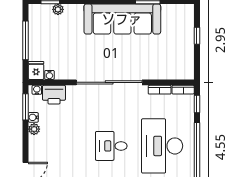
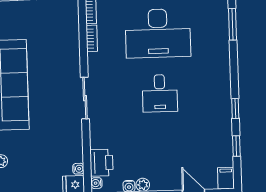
sliding door: (109, 82) -> (85, 98), width x0.54

